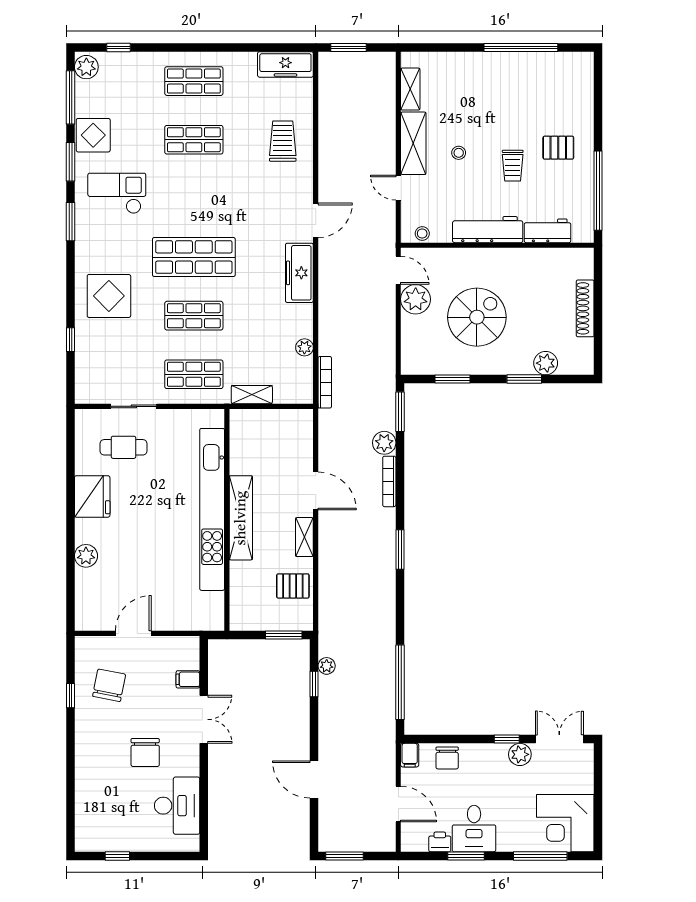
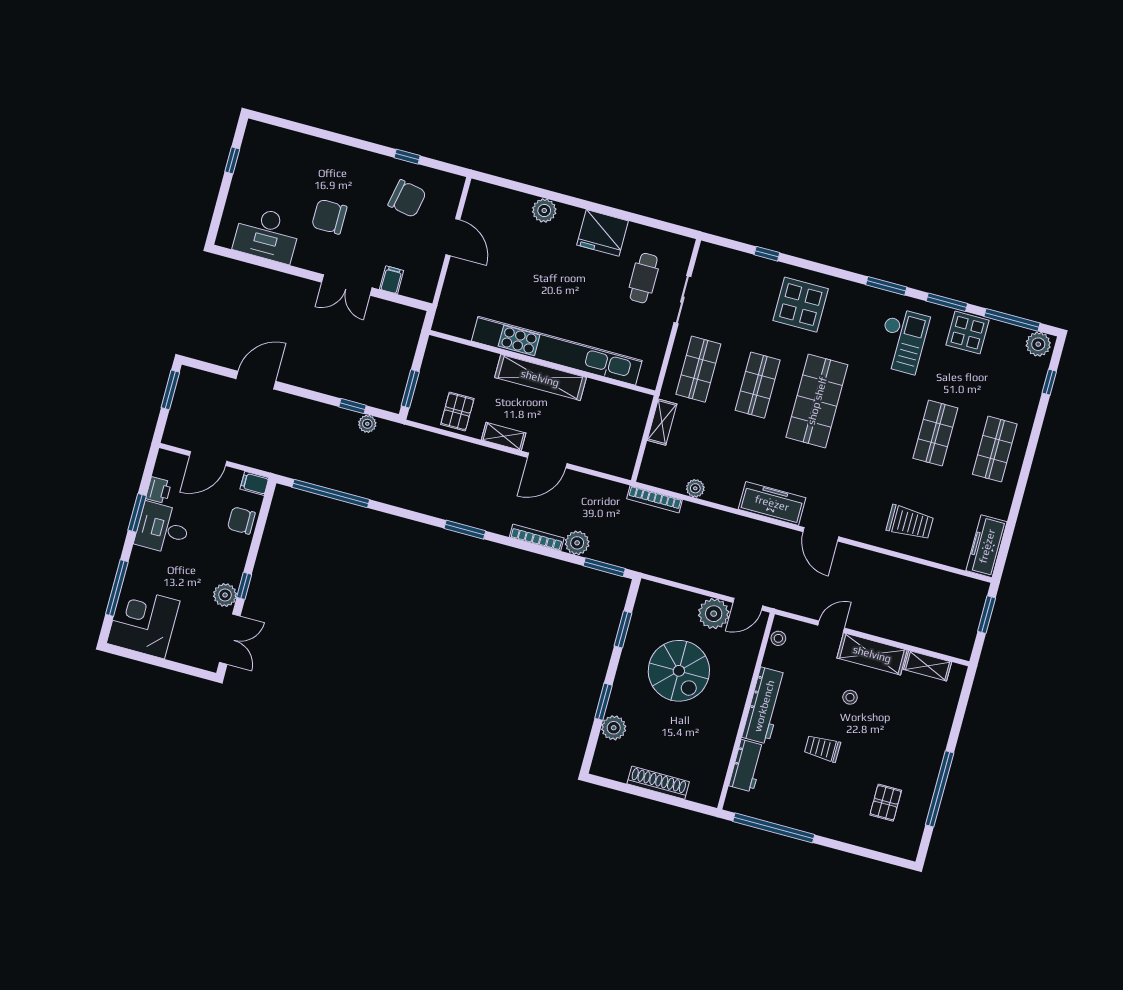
pallet: (558, 148) -> (886, 803), moved

